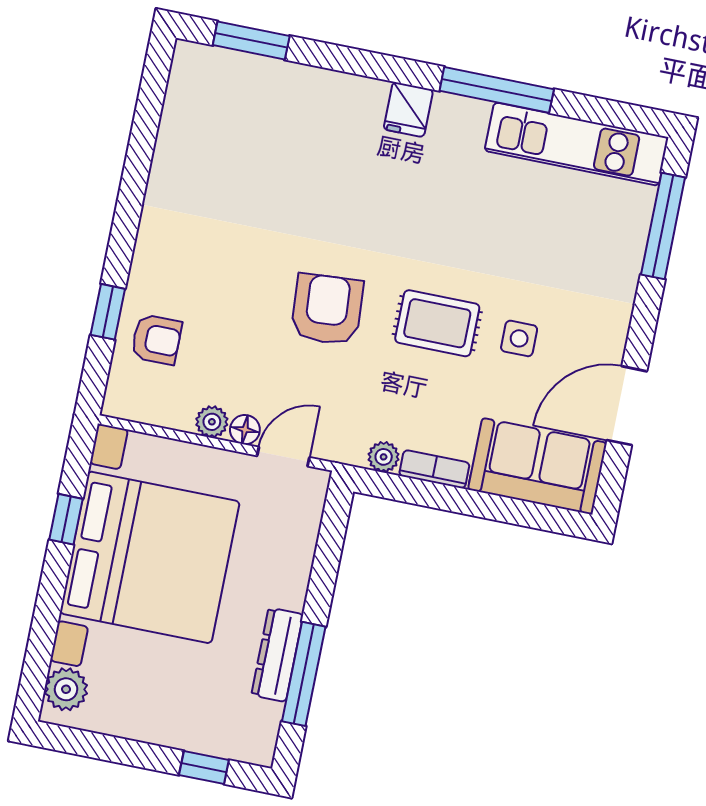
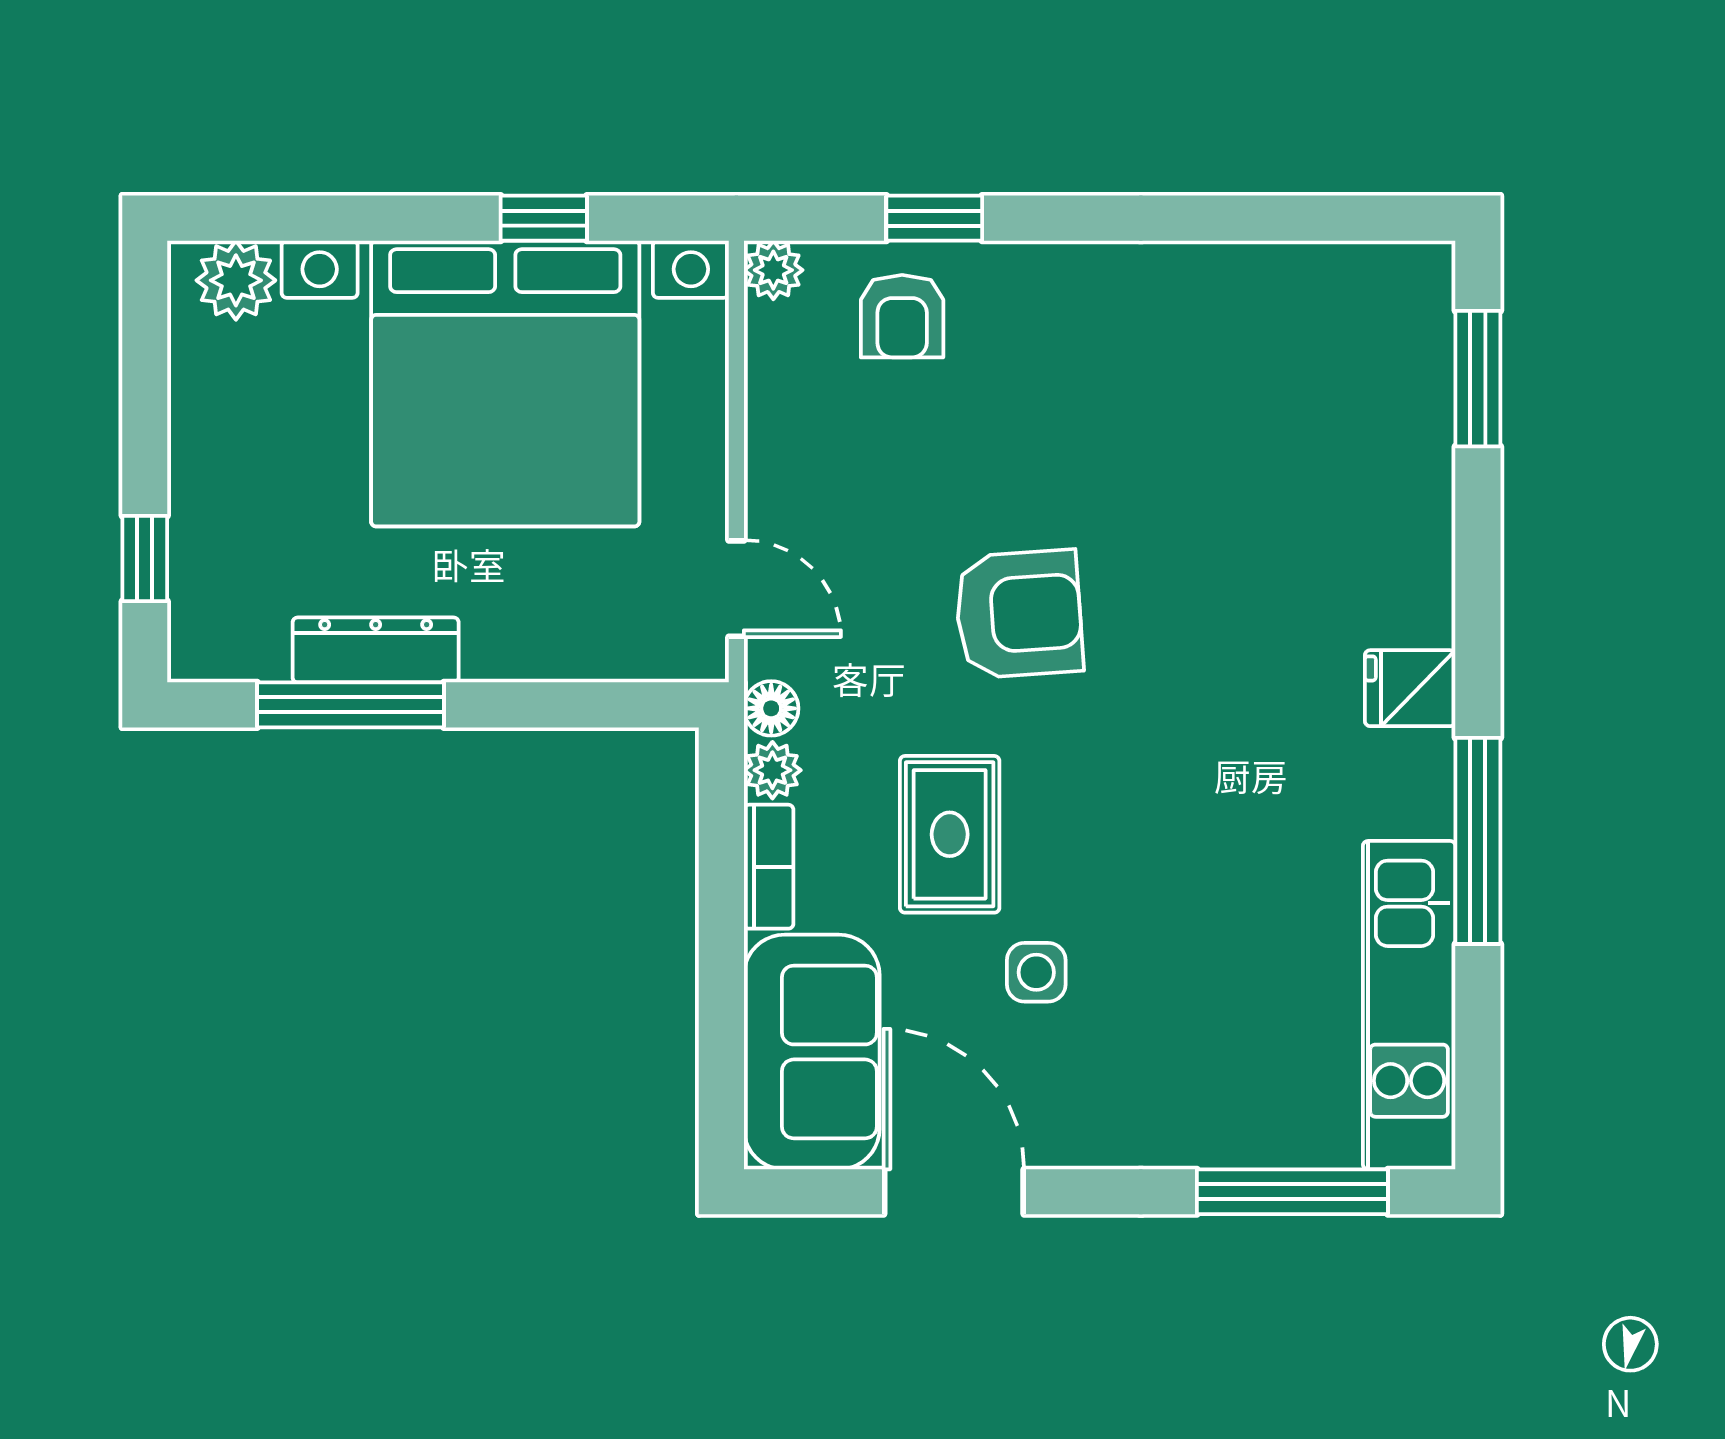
rug: (437, 323) -> (950, 834), moved
plant: (212, 422) -> (773, 270), moved
floor lamp: (245, 430) -> (771, 708), moved

